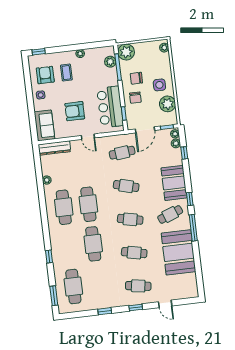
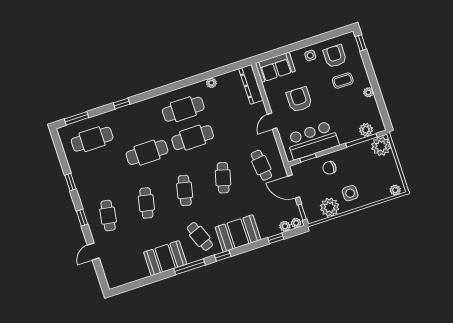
armchair: (45, 75) -> (335, 56), turned -90
chair: (136, 78) -> (353, 164), removed
booth: (179, 252) -> (165, 258), width x0.73, depth x0.70

